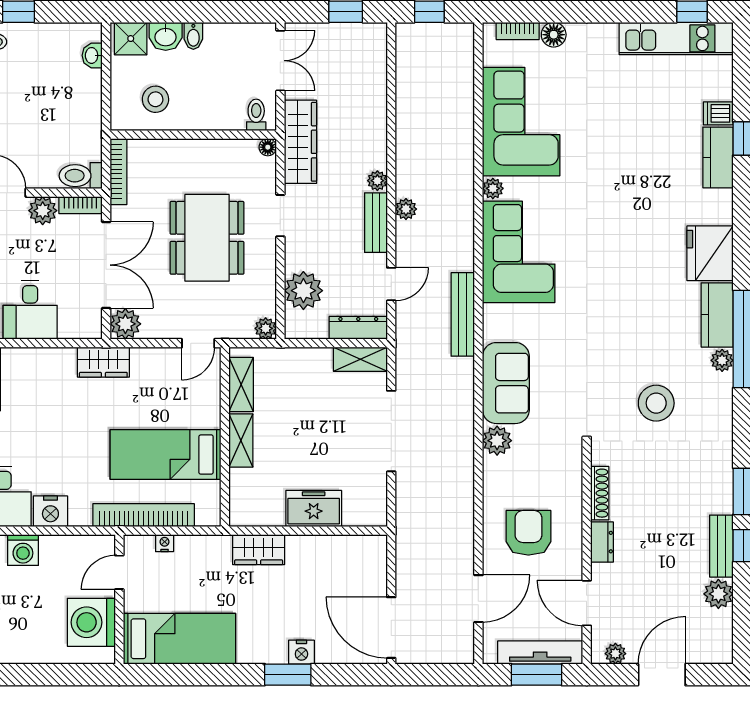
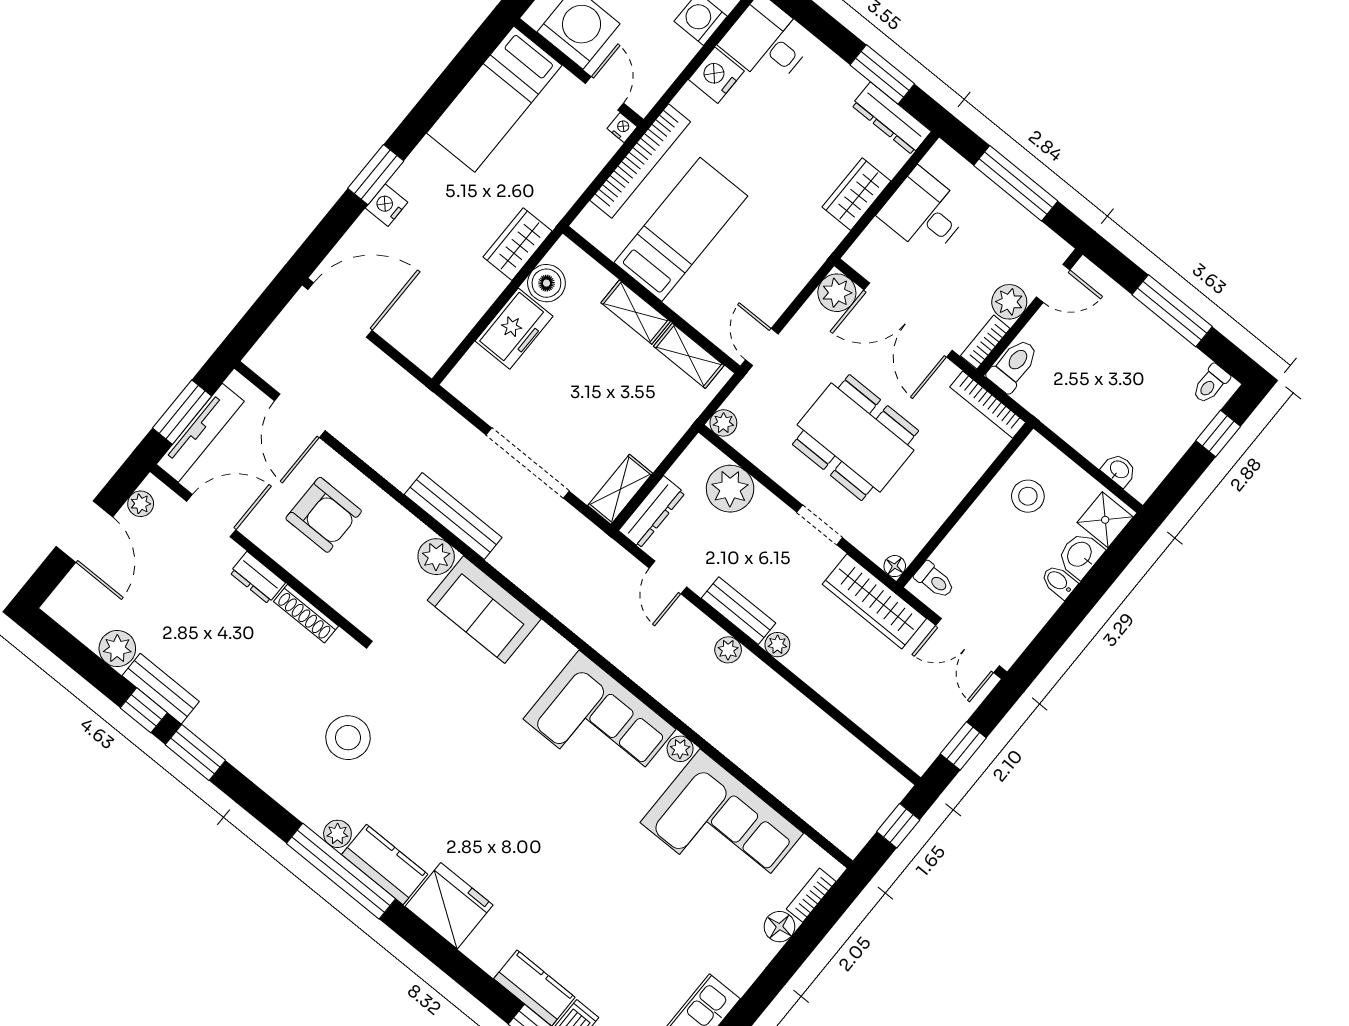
bench: (463, 314) -> (453, 516), moved
wardrobe: (103, 362) -> (856, 194), moved
boiler: (268, 511) -> (546, 283), added
nightstand: (165, 543) -> (622, 128), moved, turned -90

